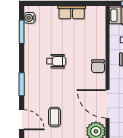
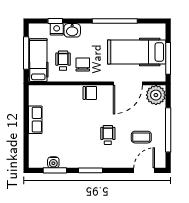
water cooler: (30, 18) -> (53, 162), moved
wheelchair: (56, 61) -> (108, 135), moved
window: (22, 84) -> (90, 170), moved

